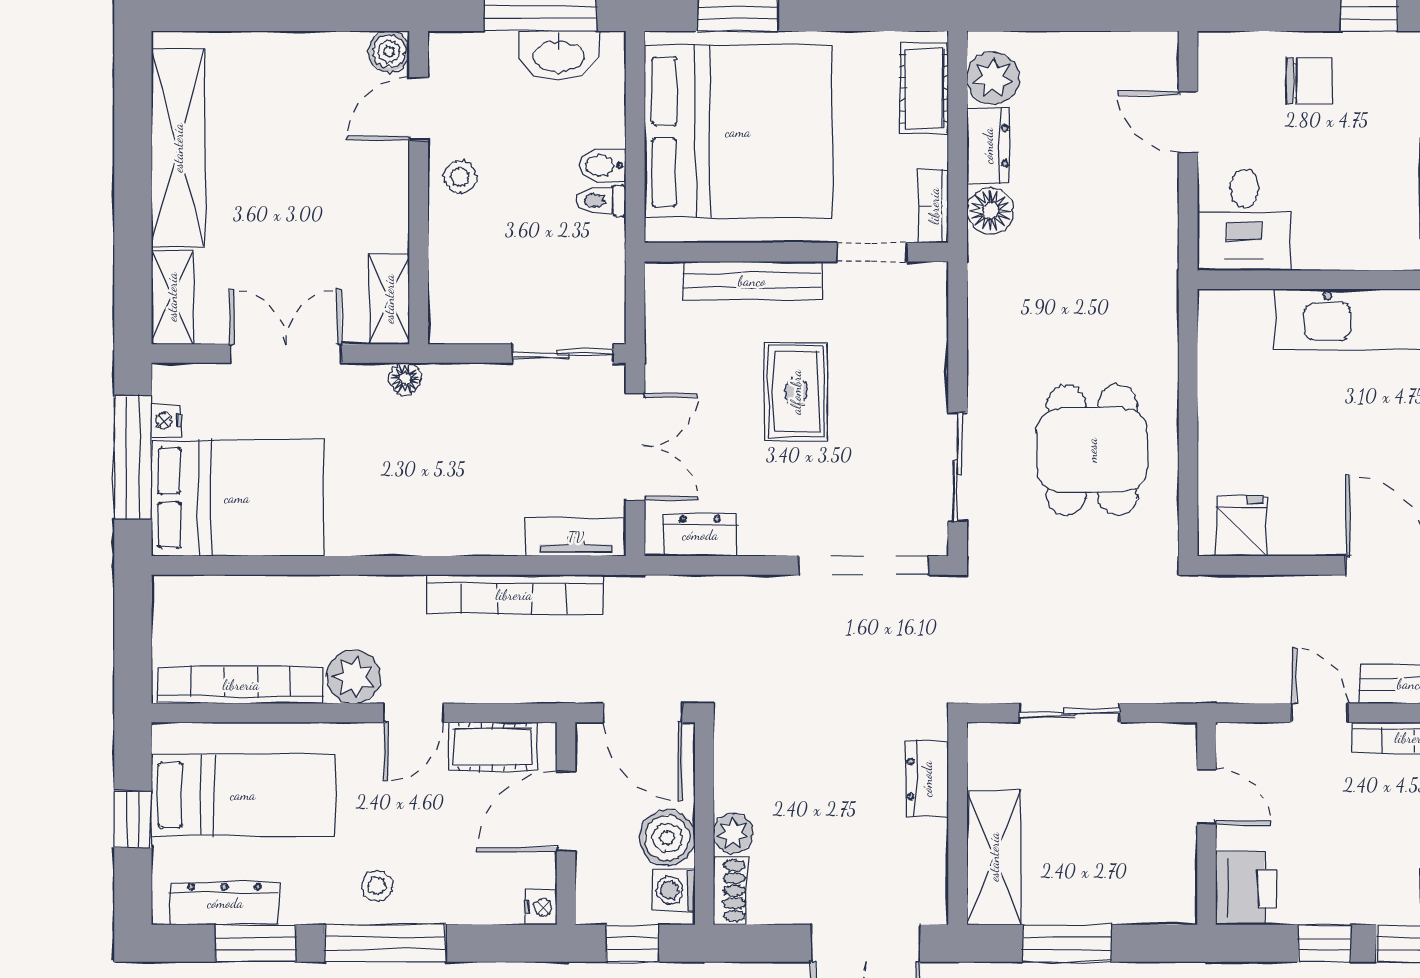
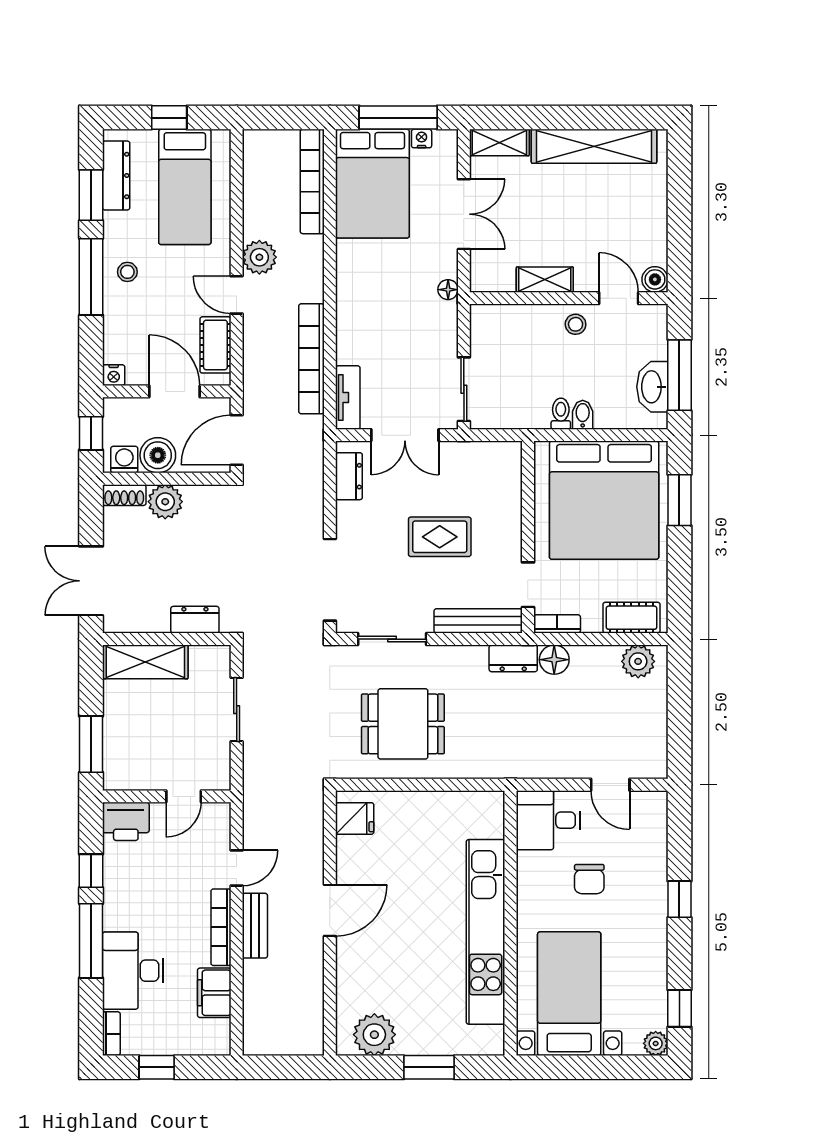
chair: (1309, 81) -> (589, 879), moved
door: (1188, 122) -> (610, 785), swing flipped
dresser: (988, 146) -> (513, 658), moved
bench: (752, 281) -> (478, 621), moved, turned 90
shelving: (389, 299) -> (545, 280), moved
bookcase: (241, 685) -> (312, 181), moved, turned 180
plant: (733, 833) -> (165, 502), width x1.38, depth x1.38
window: (1067, 943) -> (91, 744), moved

